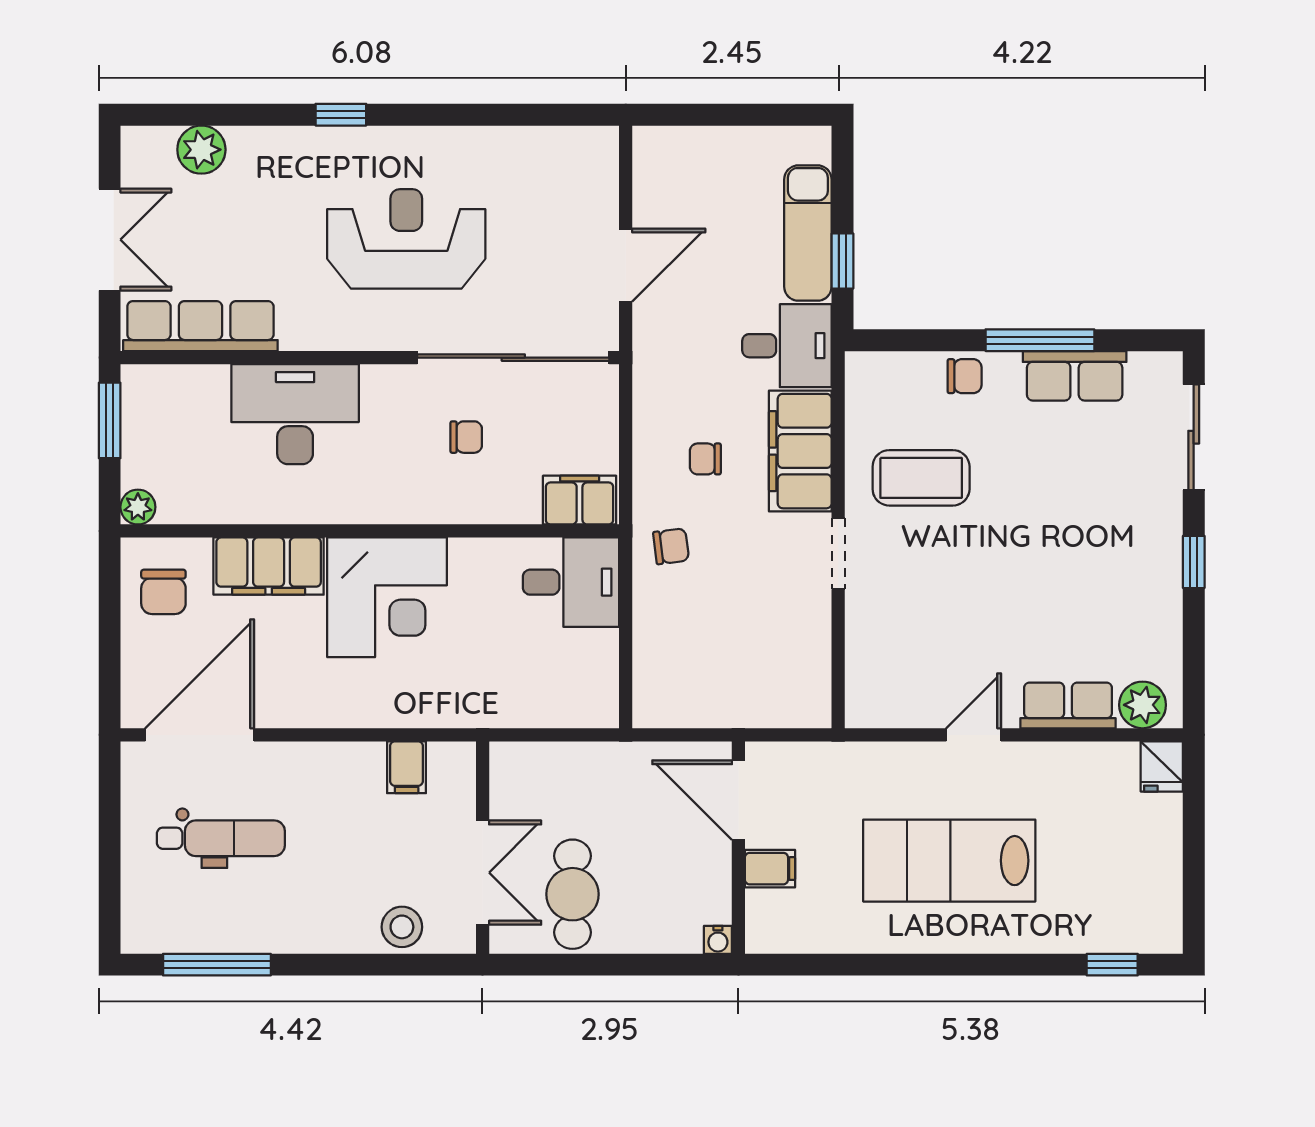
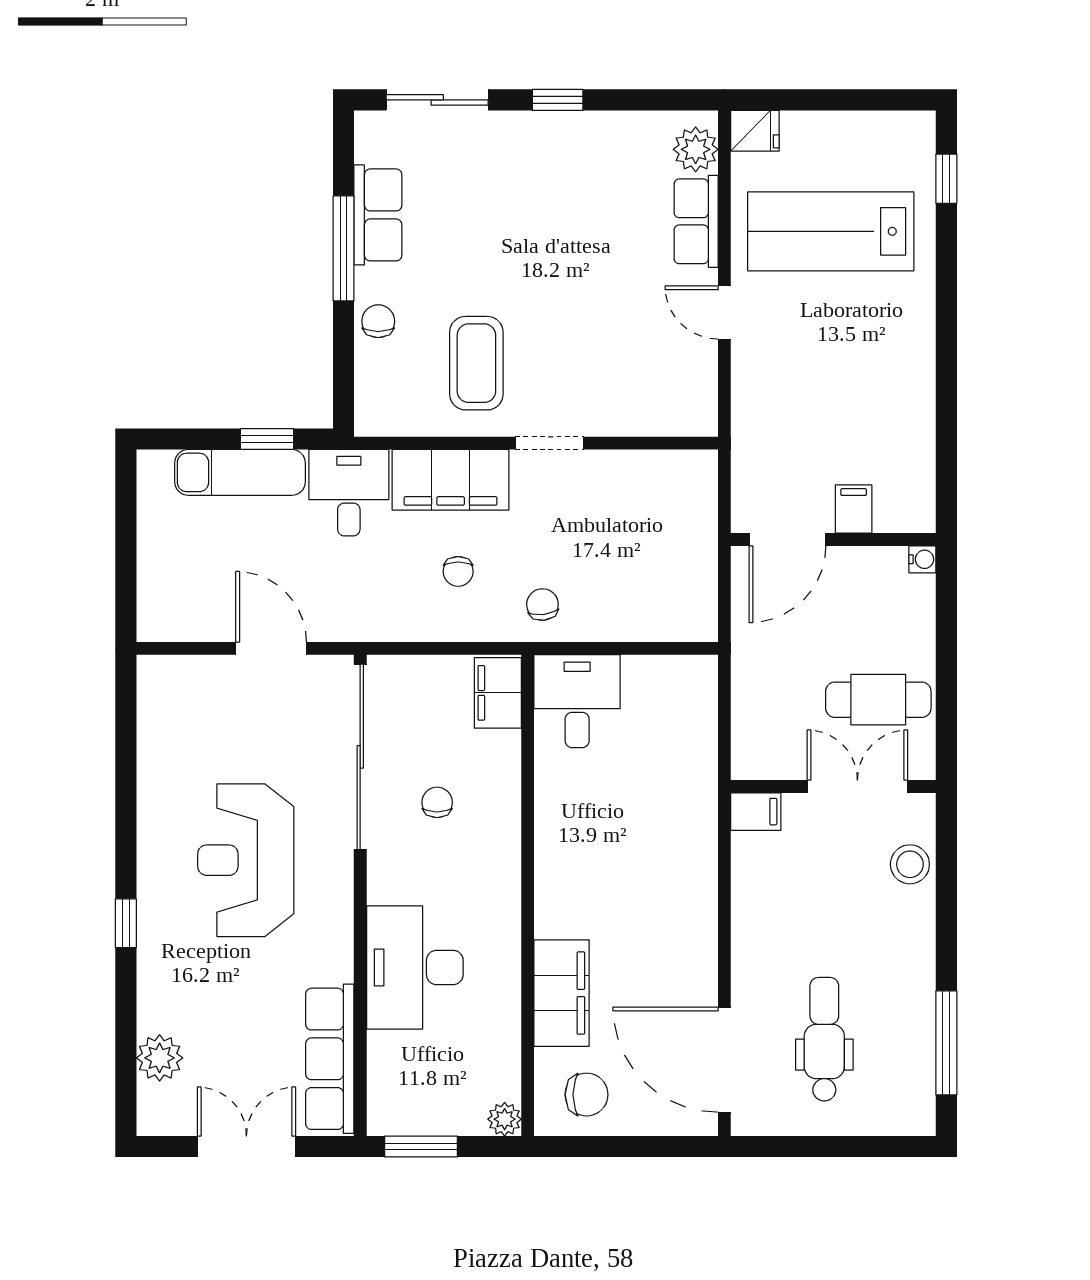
corner desk: (387, 597) -> (592, 879), removed
filing cabinet: (407, 767) -> (756, 812), moved
lab bench: (949, 861) -> (831, 231), moved, turned 90

